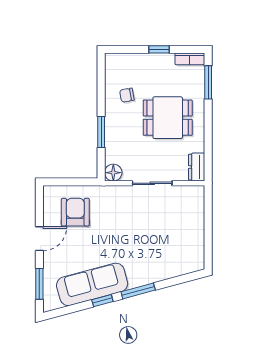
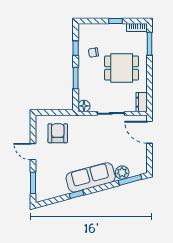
window: (101, 89) -> (76, 48), added
door: (208, 211) -> (149, 132), added
door: (39, 239) -> (33, 152), swing flipped
plant: (169, 269) -> (122, 173), added
sofa: (92, 284) -> (91, 177), moved
window: (138, 291) -> (130, 180), moved

